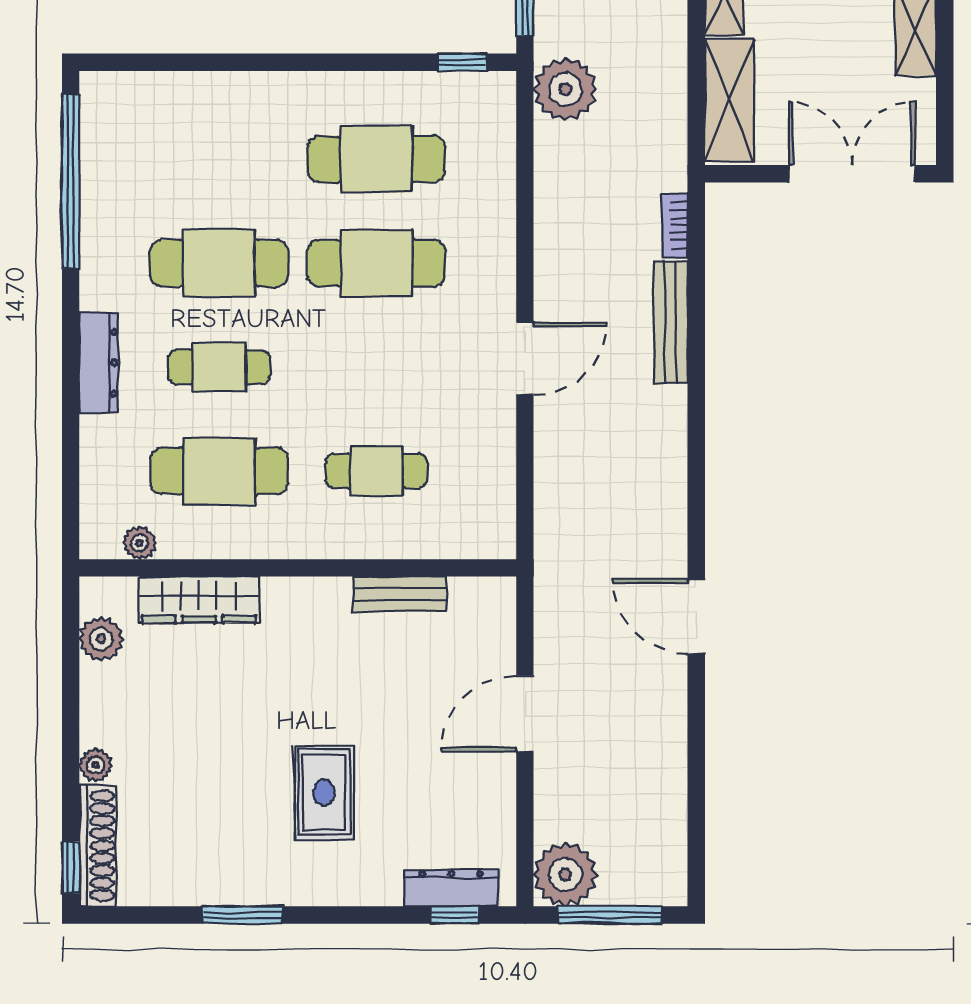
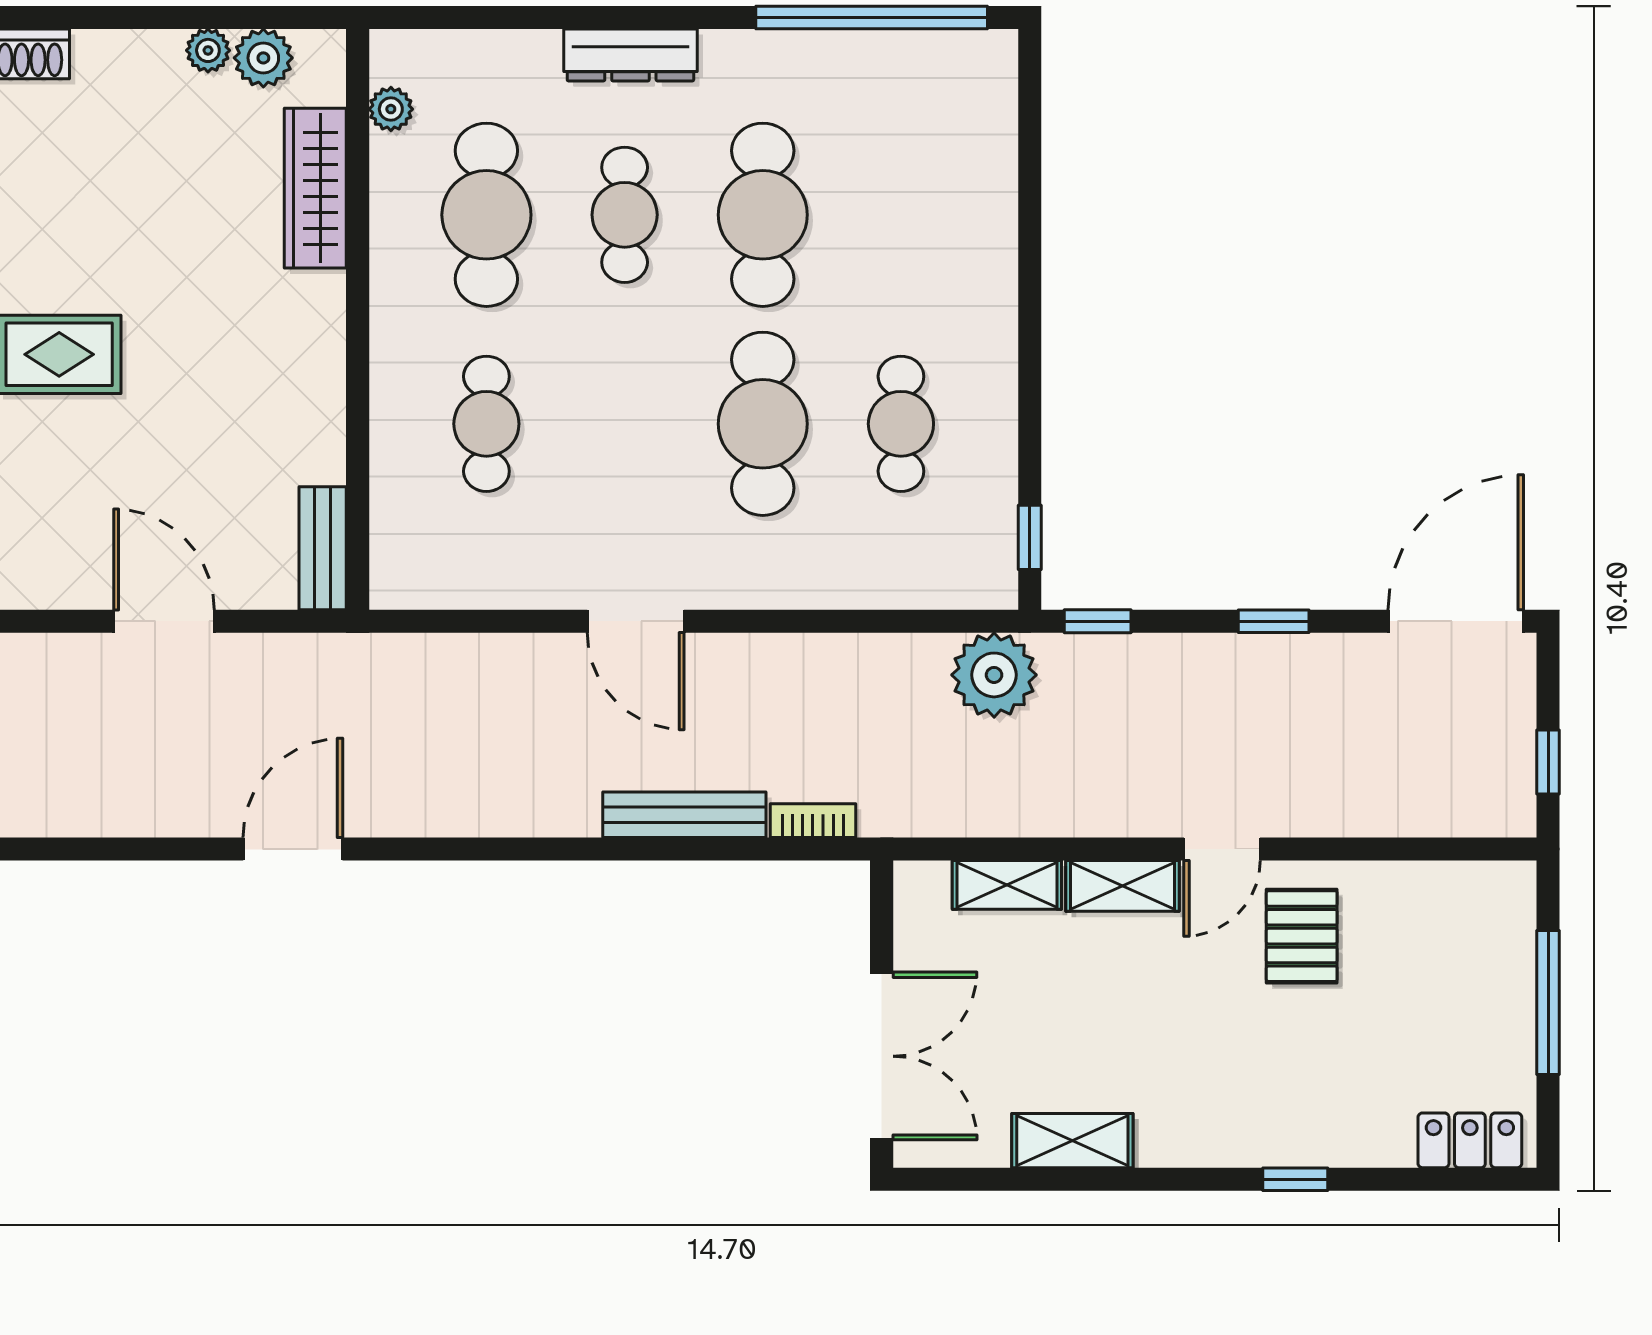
shelving: (729, 100) -> (1007, 885), width x0.67, depth x0.75
cafe table: (376, 159) -> (901, 424), width x0.73, depth x0.74
bench: (400, 594) -> (323, 548), moved
plant: (95, 765) -> (208, 50), moved

